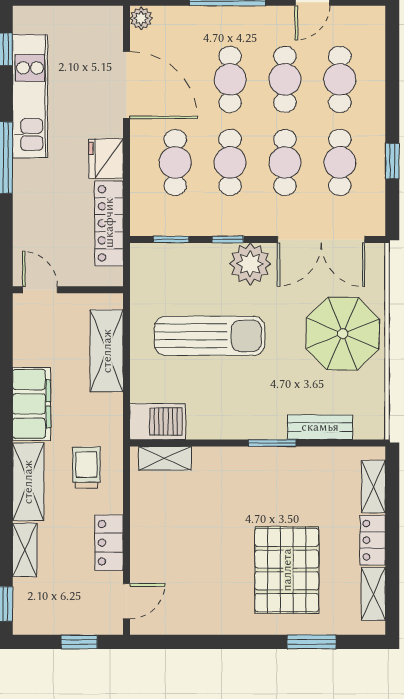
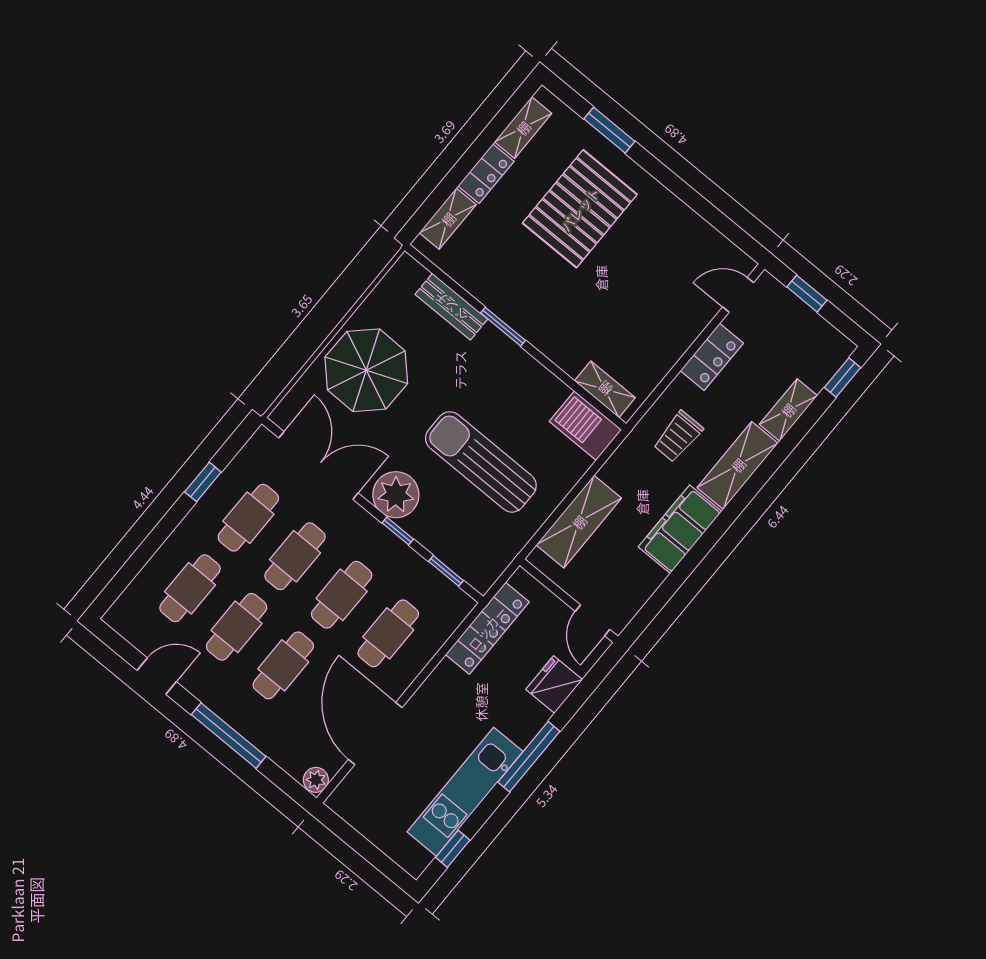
fridge: (106, 159) -> (554, 684), moved, turned 180

